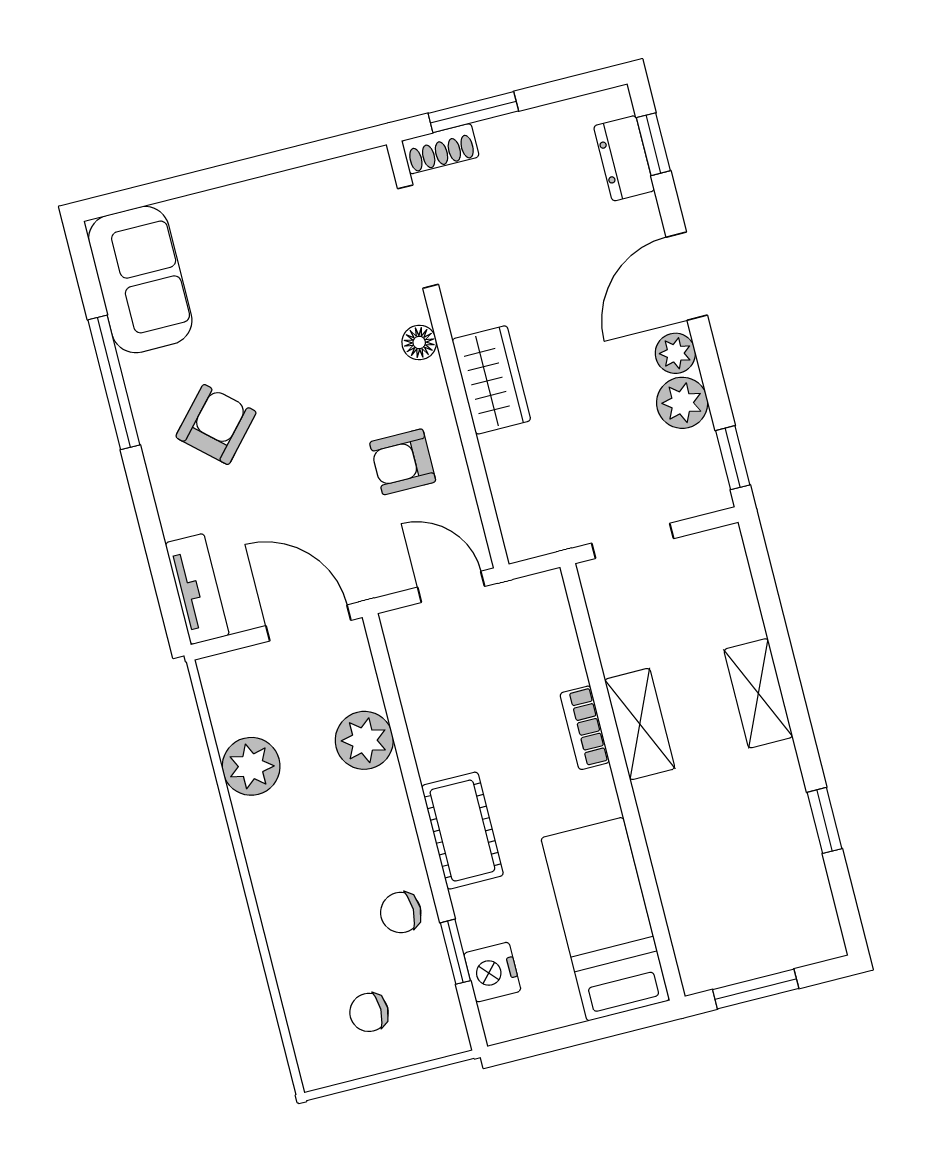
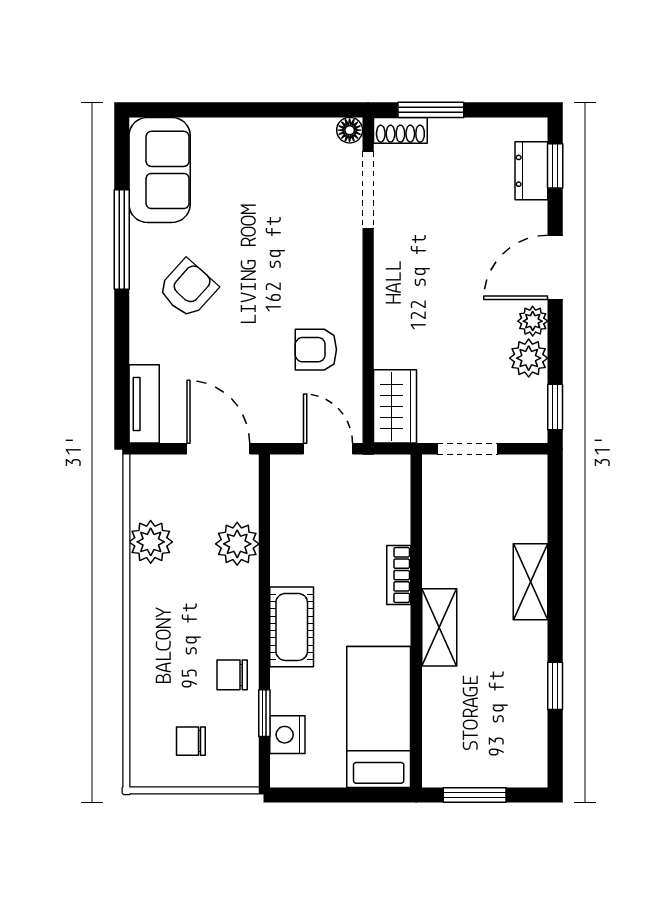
floor lamp: (419, 343) -> (350, 130), moved
wardrobe: (491, 380) -> (395, 406), moved
shelving: (640, 724) -> (439, 627), moved

